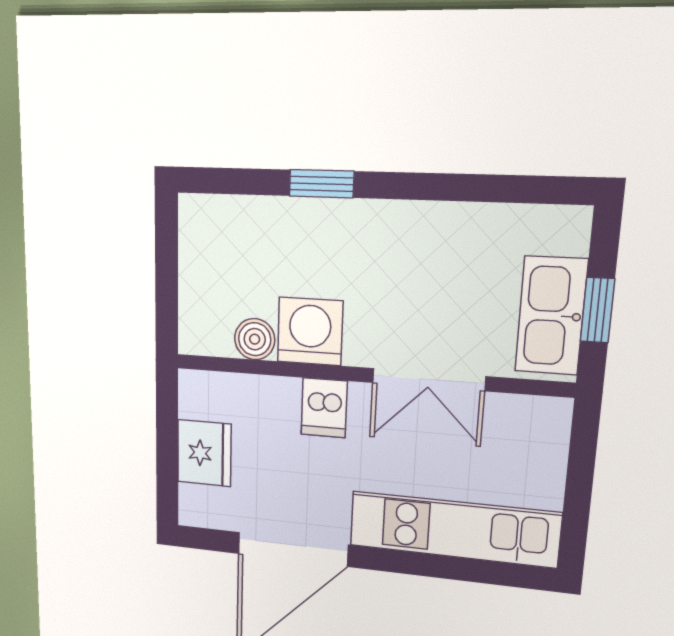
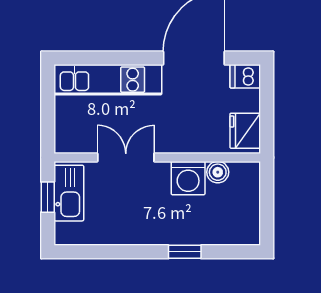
dishwasher: (324, 408) -> (245, 76), moved, turned -90
fridge: (204, 453) -> (245, 131), moved

